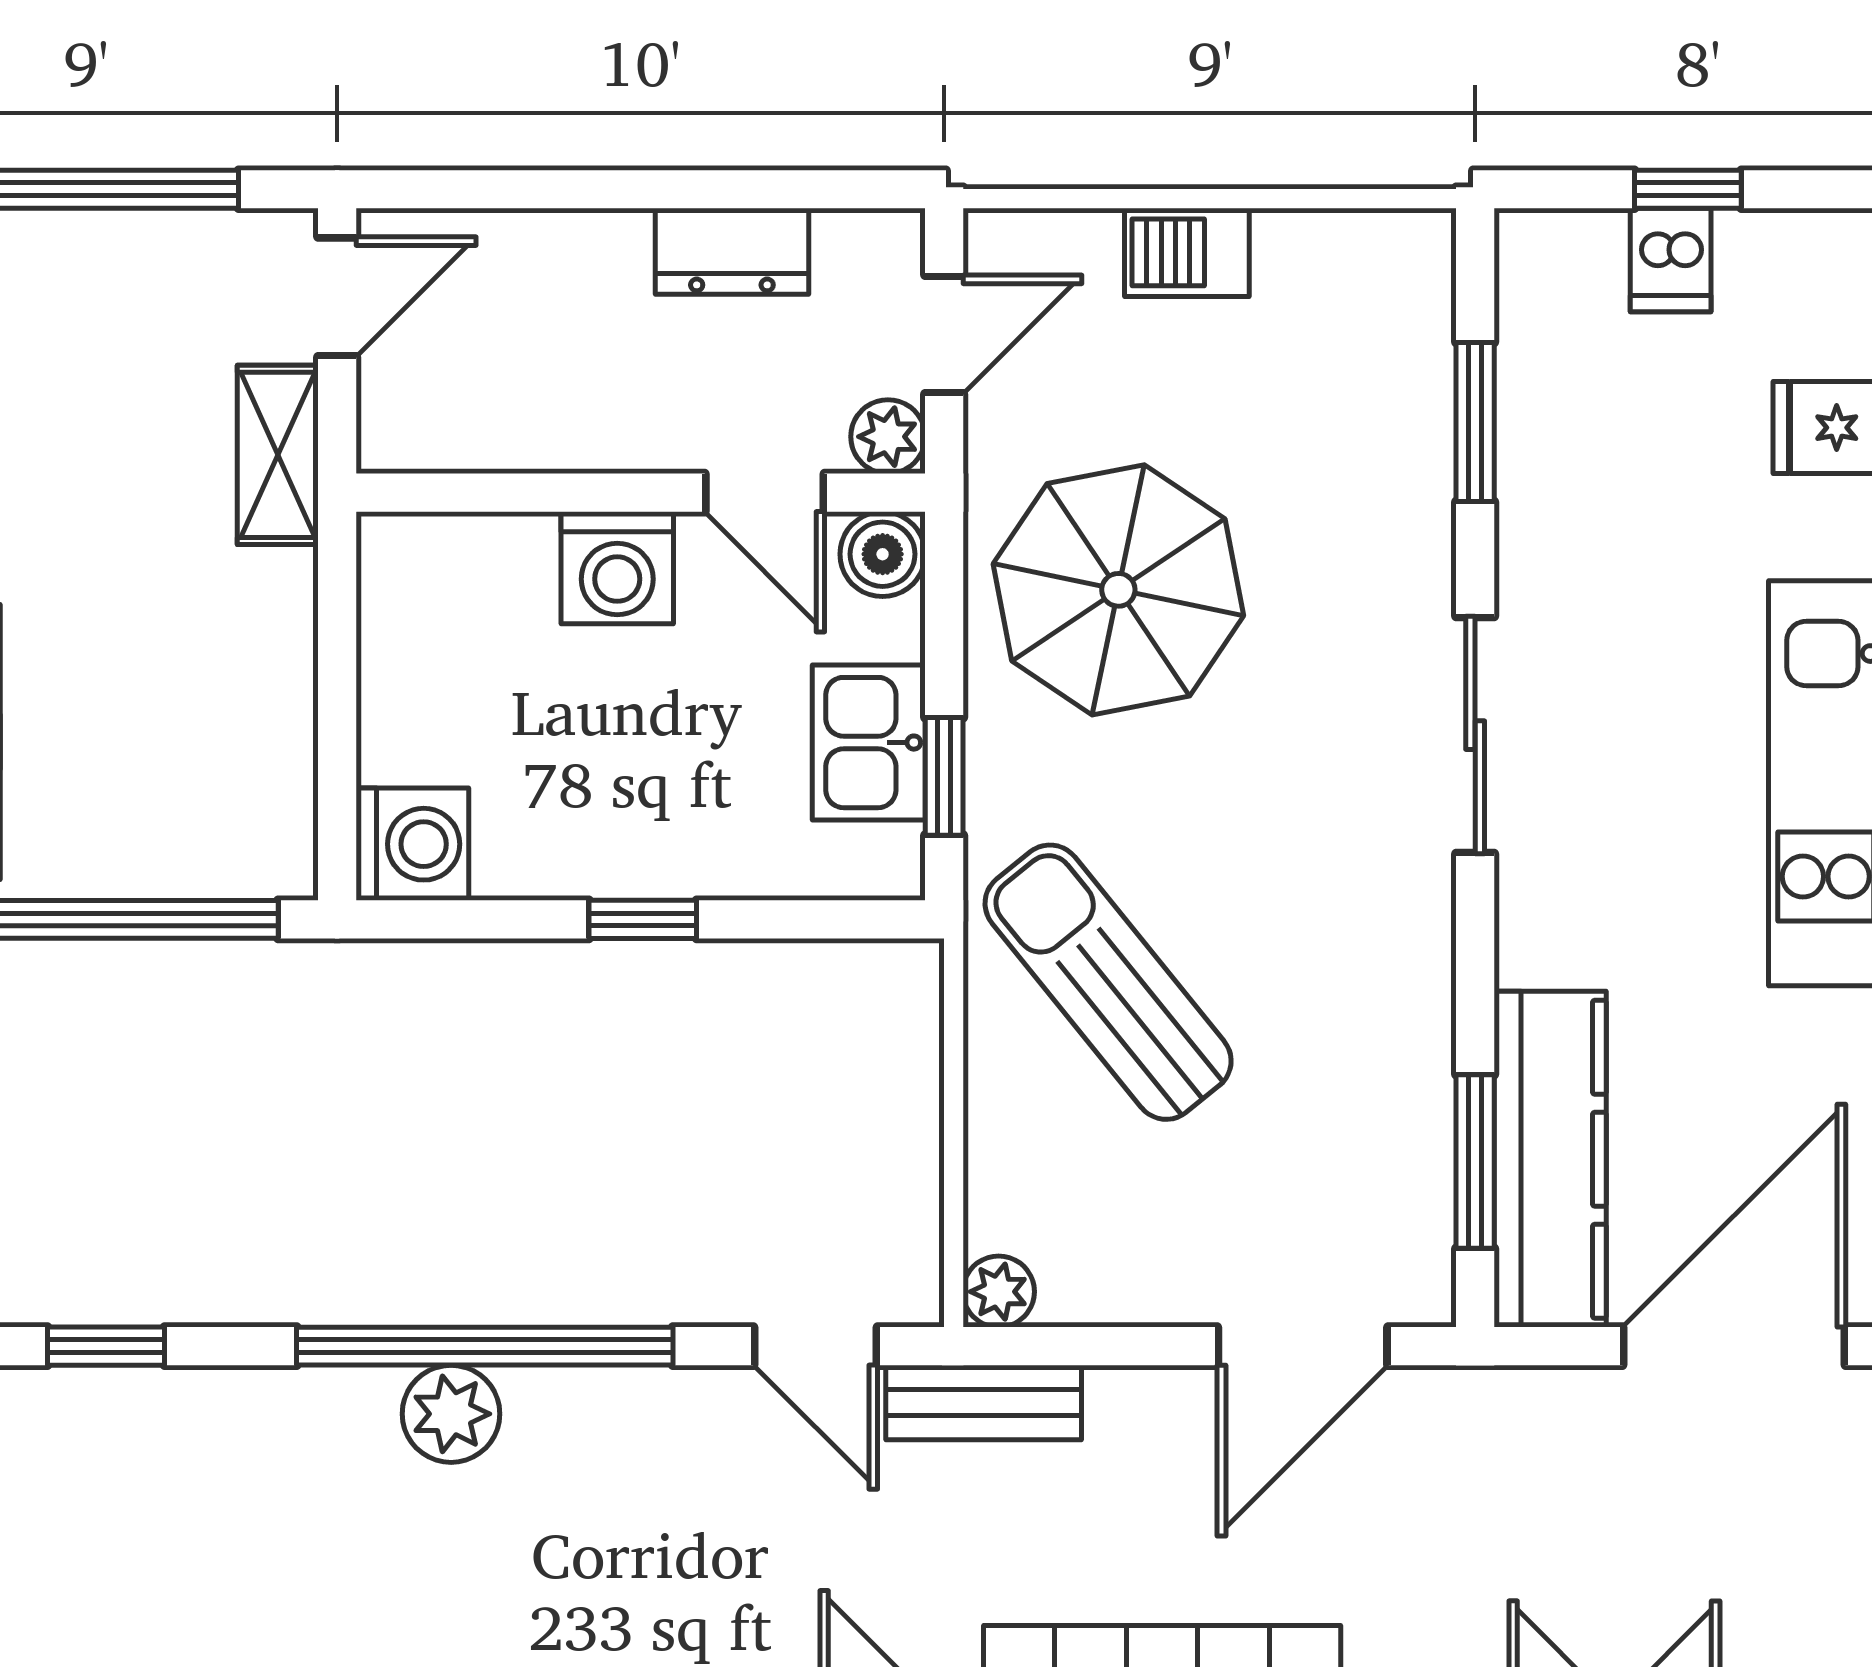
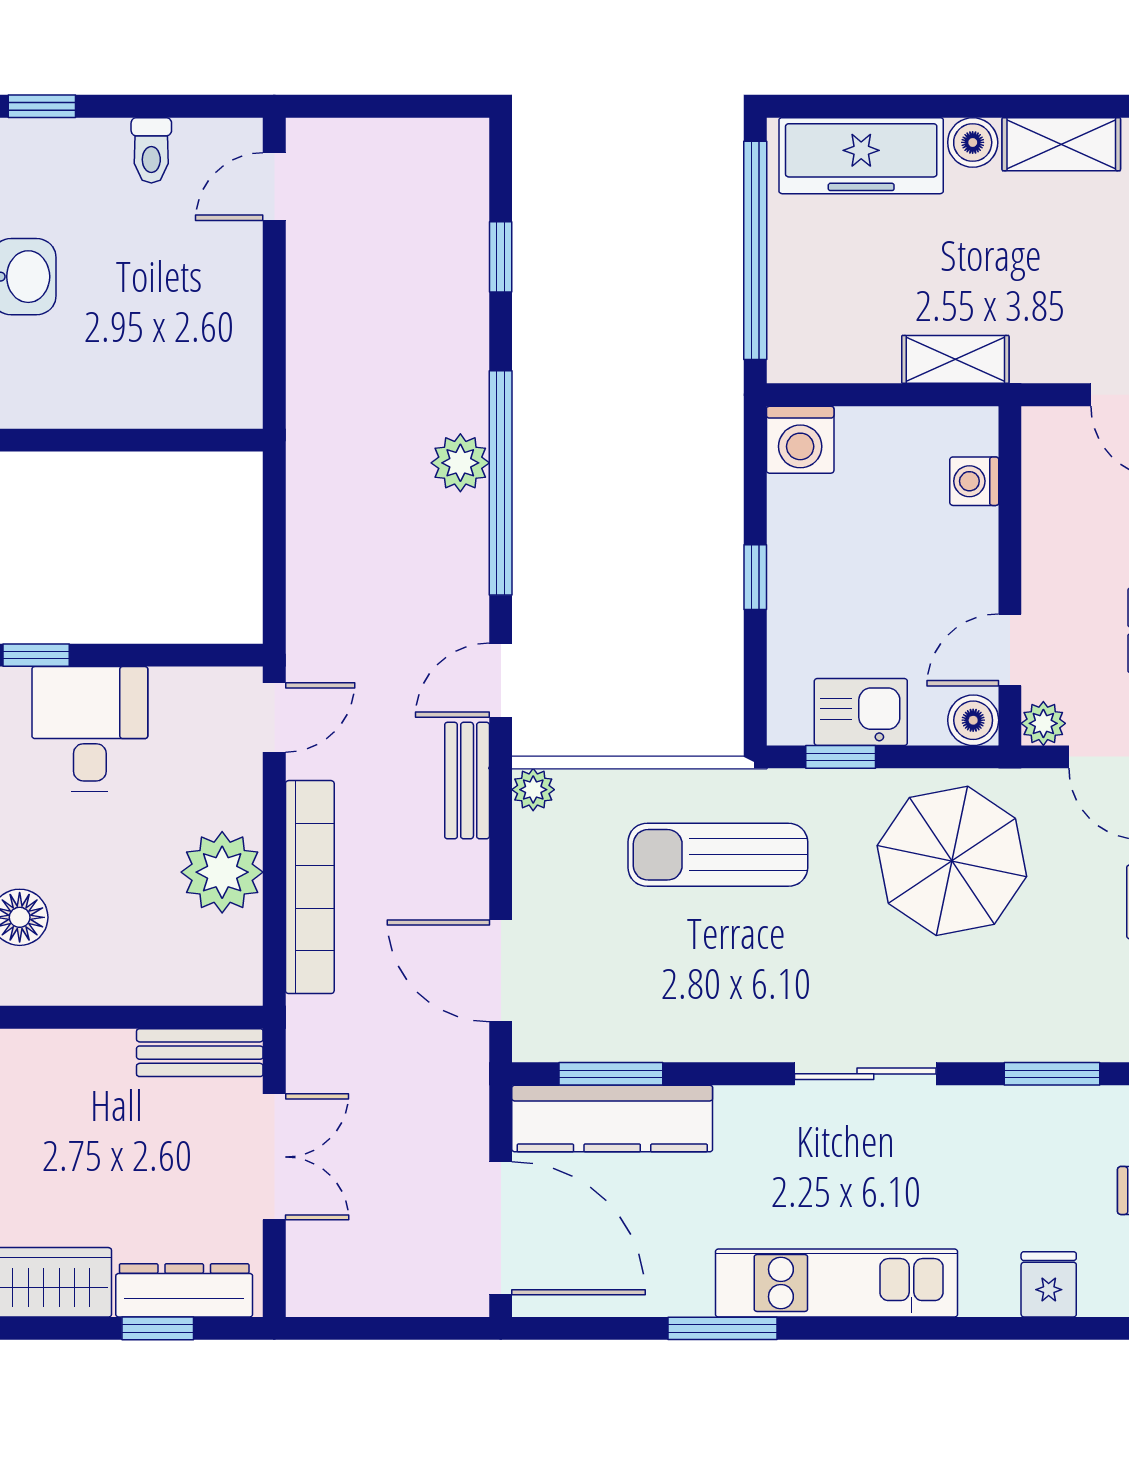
shelving: (278, 455) -> (955, 359), moved
washing machine: (617, 568) -> (974, 481), moved, width x0.73, depth x0.73
sun lounger: (1108, 982) -> (718, 855), turned -141

